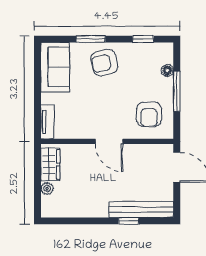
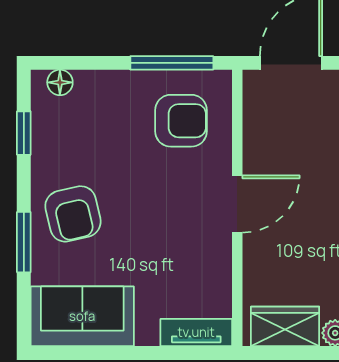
floor lamp: (167, 70) -> (60, 82), moved
window: (177, 91) -> (172, 63), moved

